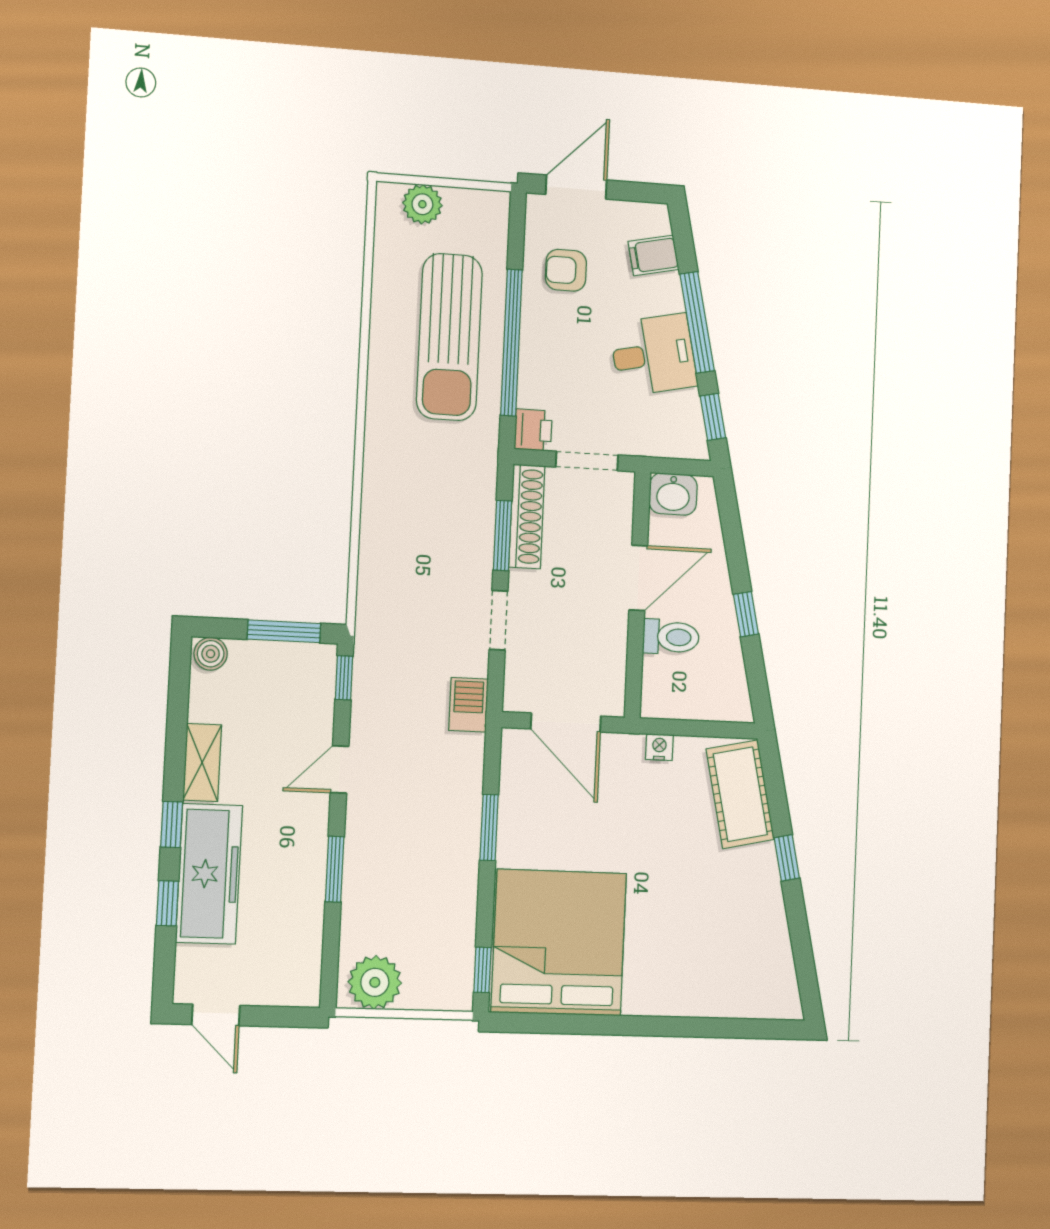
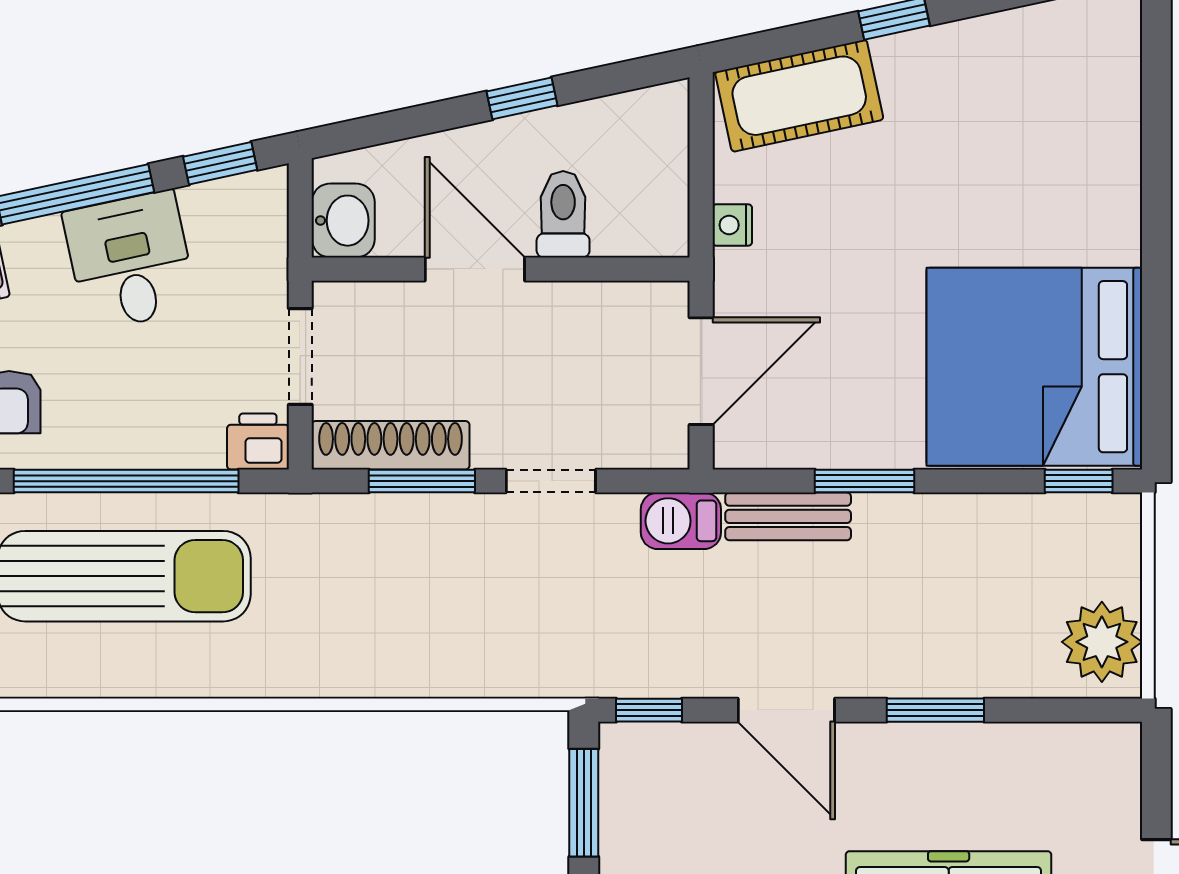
door: (340, 769) -> (786, 710), width x1.38
bench: (468, 776) -> (788, 516), added

